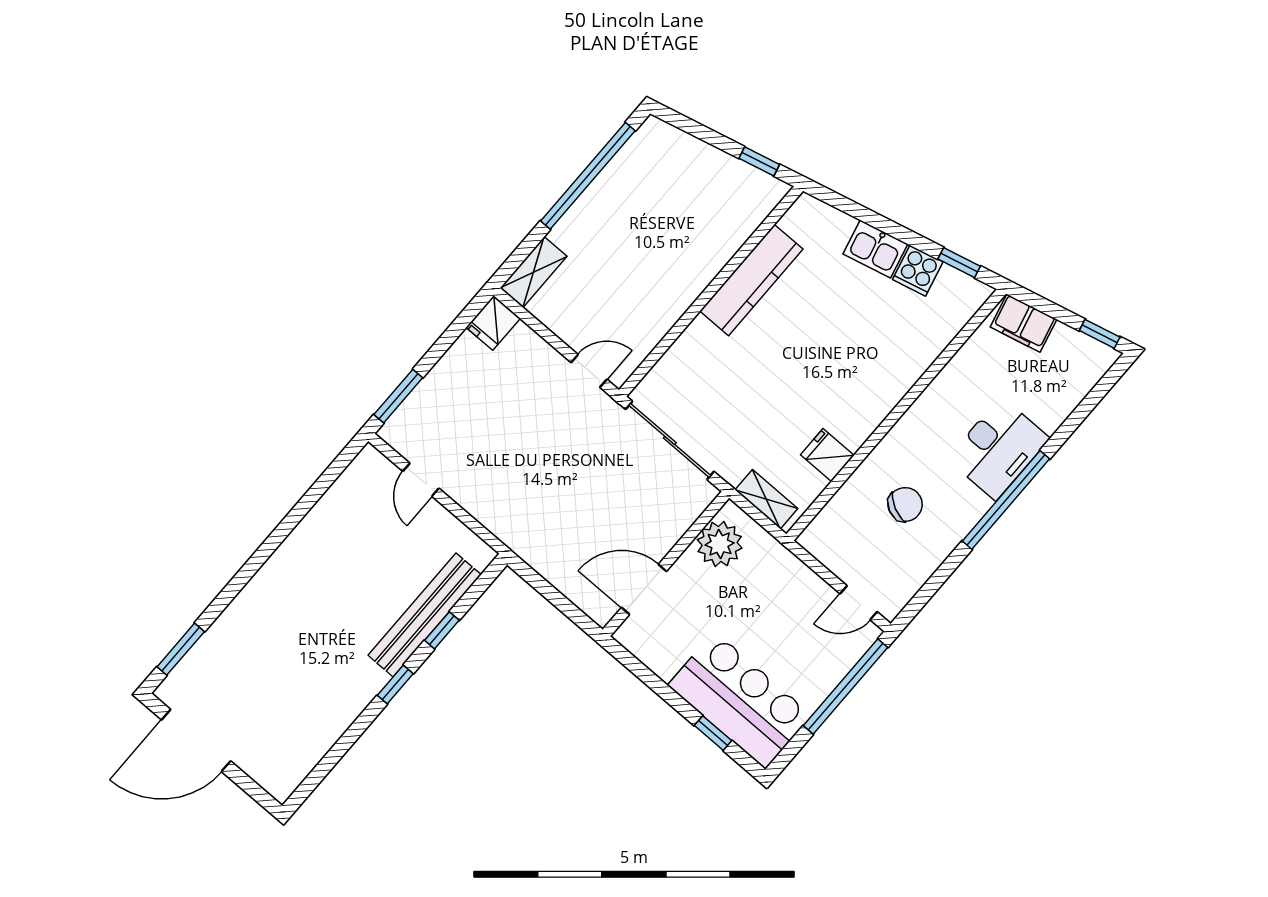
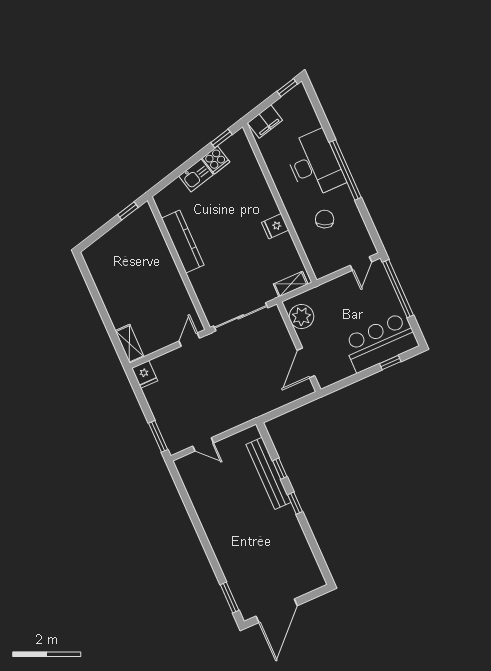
window: (588, 176) -> (96, 296), removed
desk: (998, 449) -> (314, 164), width x1.36, depth x1.30
fridge: (827, 455) -> (275, 226), moved

